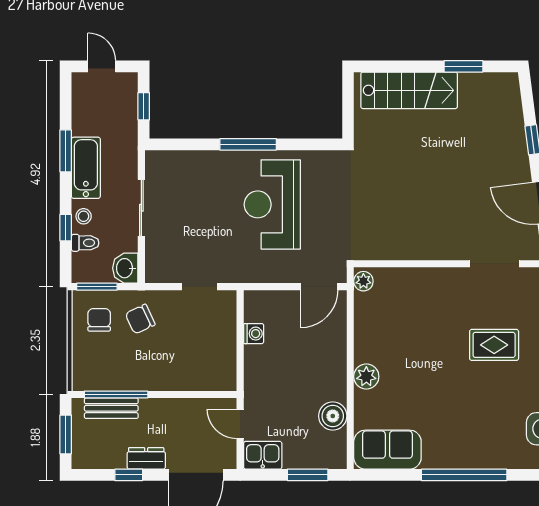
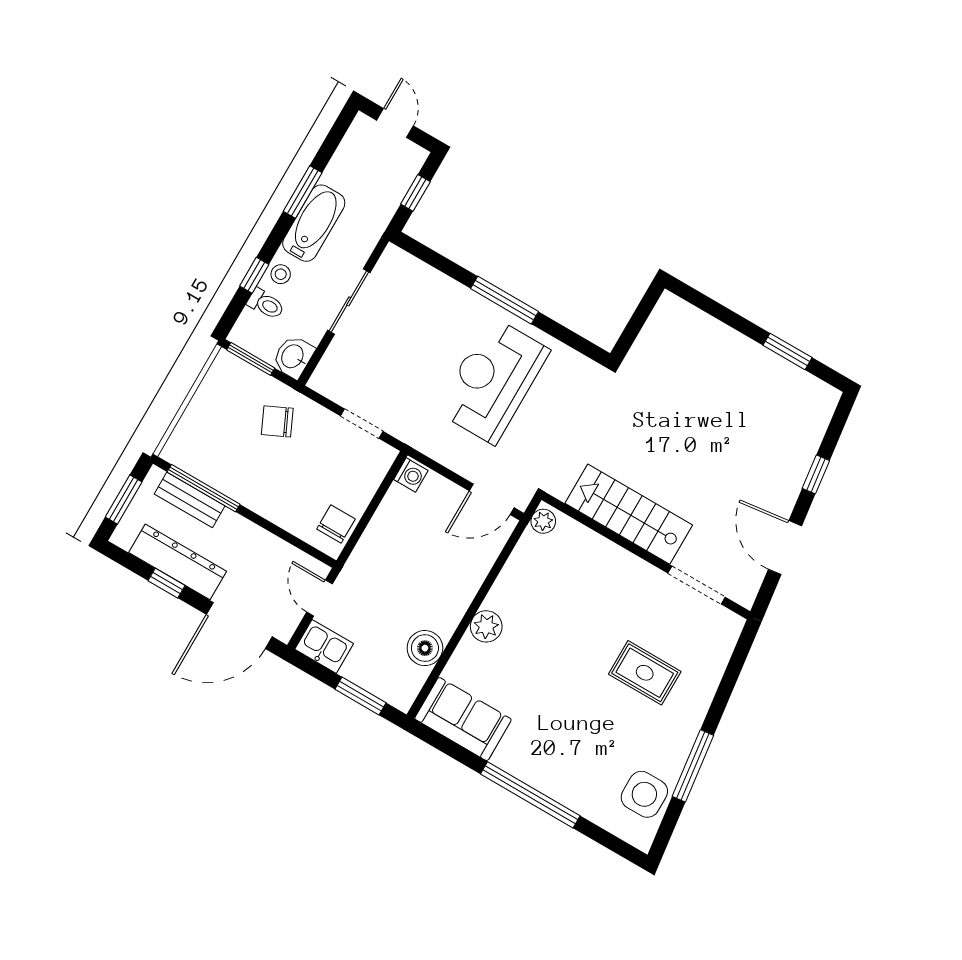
stairs: (409, 90) -> (629, 514), moved, turned 180
chair: (99, 320) -> (336, 524), moved
washing machine: (254, 334) -> (411, 475), moved
dresser: (146, 458) -> (178, 562), width x1.96, depth x1.24

